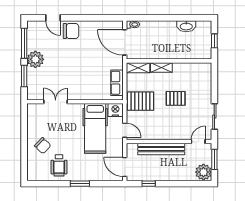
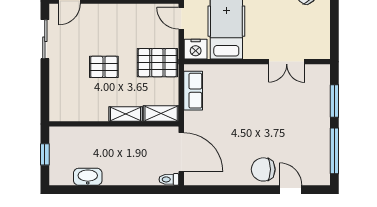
plant: (35, 59) -> (317, 126), removed

